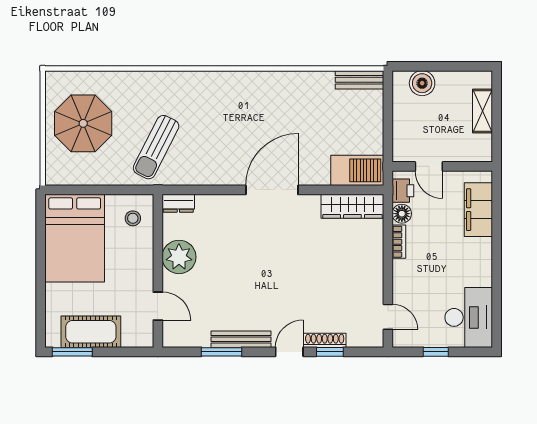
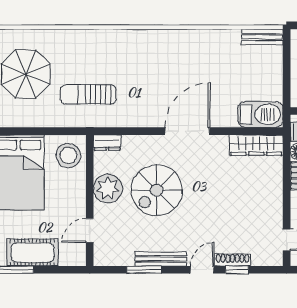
sun lounger: (156, 147) -> (88, 95), turned 63
stool: (133, 218) -> (68, 155), width x1.89, depth x1.89
spiral stairs: (236, 259) -> (157, 190), added
door: (158, 306) -> (90, 231), swing flipped

